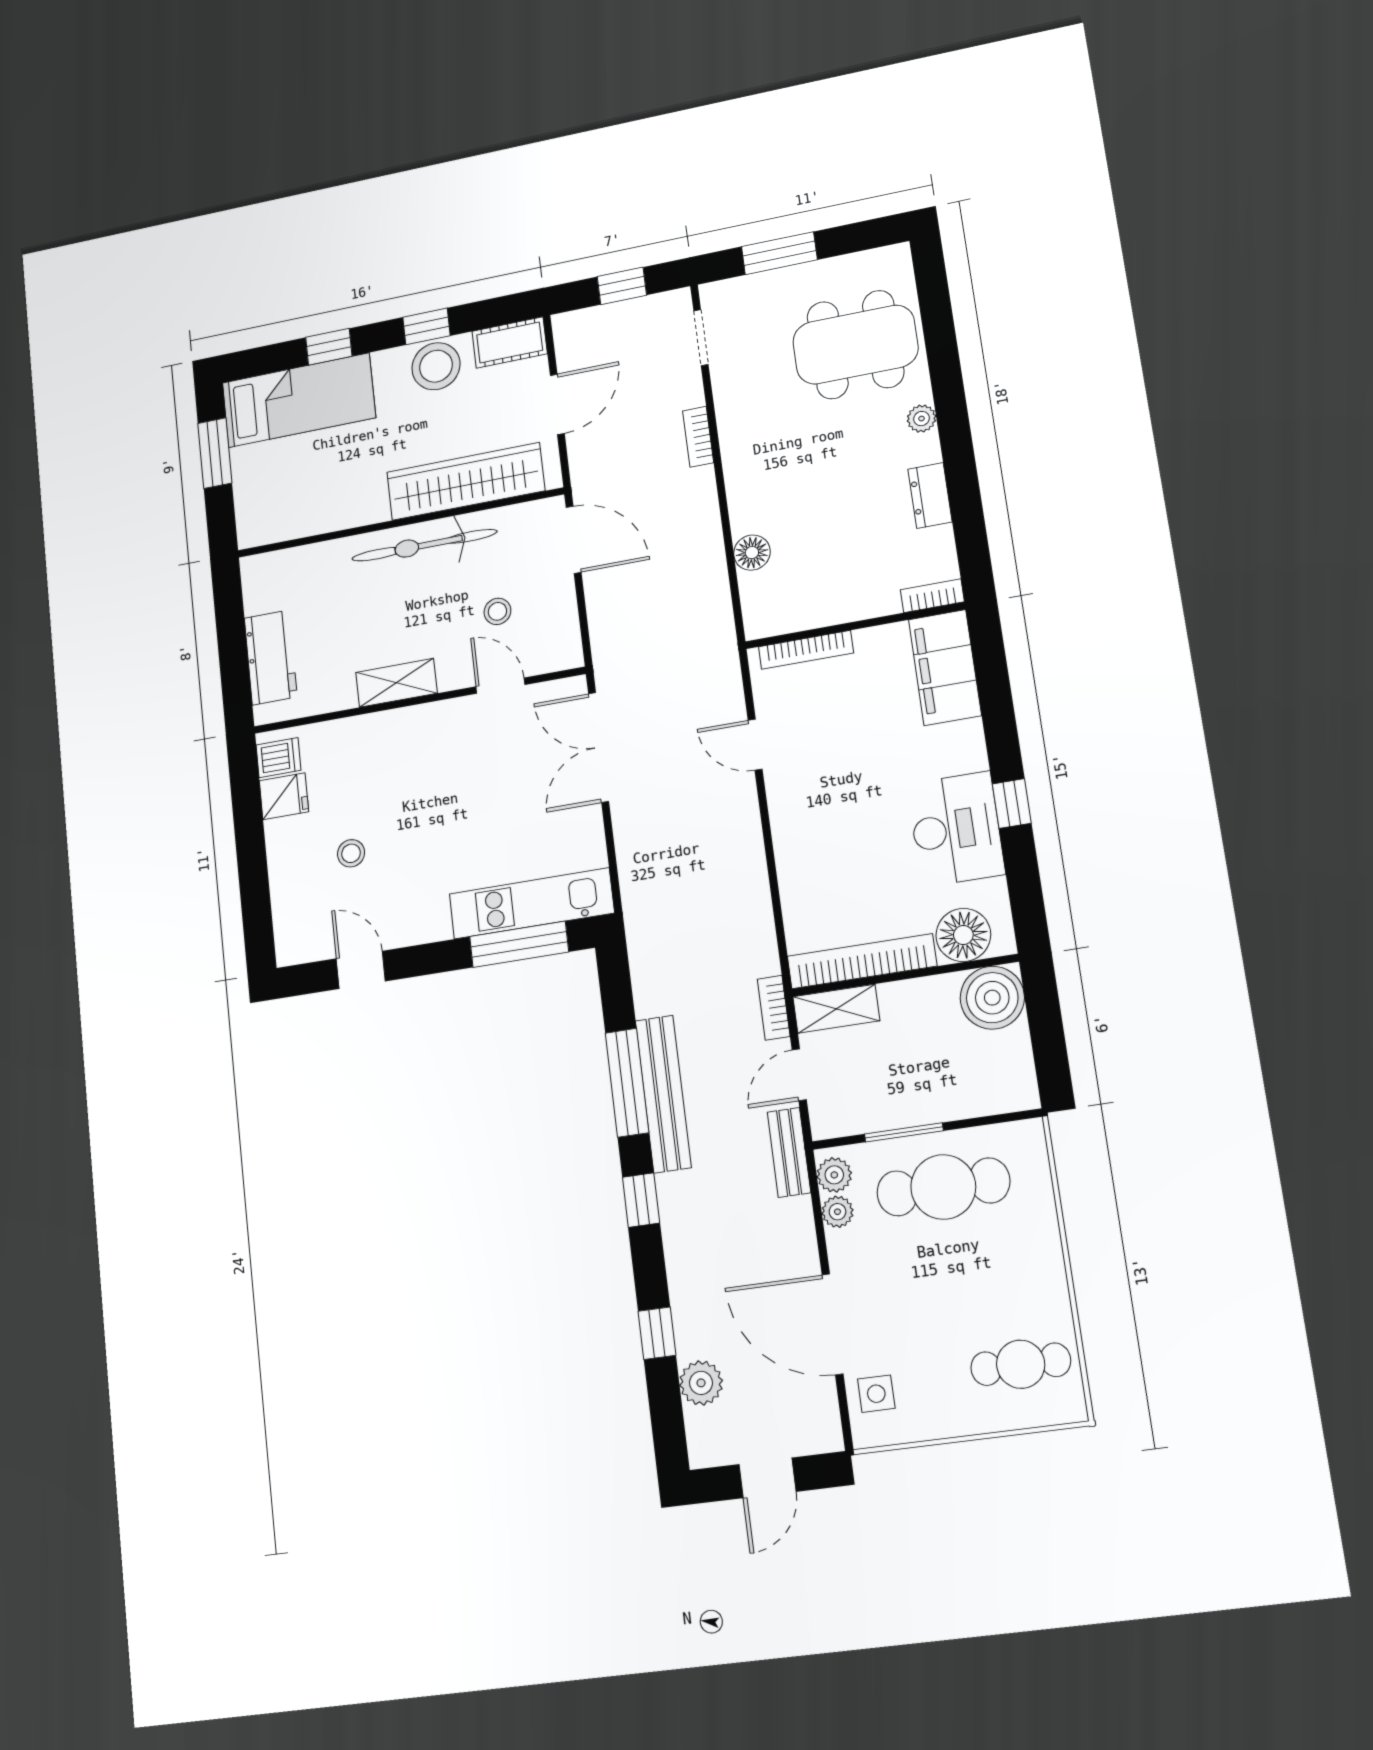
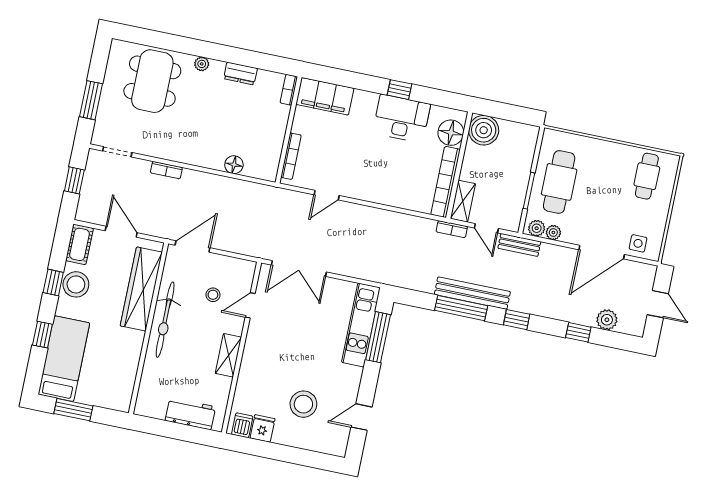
stool: (351, 853) -> (303, 404), width x1.89, depth x1.89

